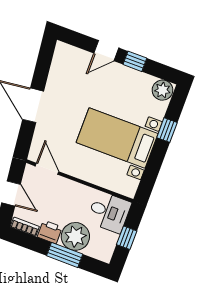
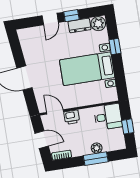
dresser: (138, 79) -> (80, 25), added
printer: (50, 232) -> (72, 117), moved, turned 180
plant: (75, 236) -> (97, 148), width x0.53, depth x0.53

